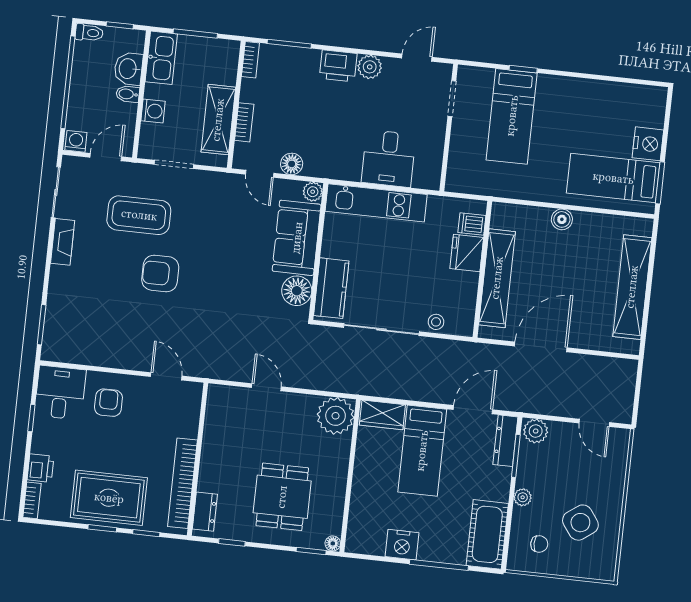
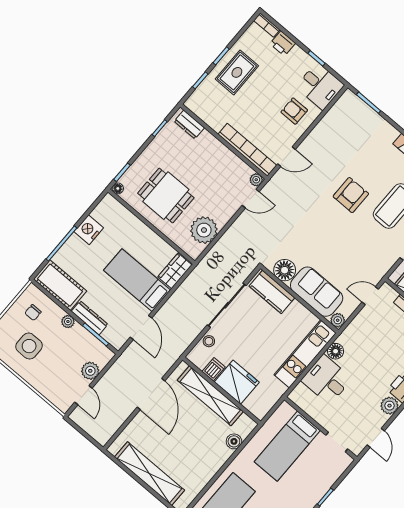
bed: (512, 116) -> (287, 446), moved, turned -90
floor lamp: (292, 164) -> (336, 351), moved
boiler: (562, 219) -> (234, 441), moved
dishwasher: (472, 224) -> (214, 369), moved
fridge: (467, 253) -> (237, 382), width x1.36, depth x1.34
door: (266, 387) -> (251, 199), moved
plant: (216, 393) -> (256, 180), added
armchair: (108, 403) -> (294, 111), turned 180
plant: (336, 416) -> (204, 230), moved
door: (594, 423) -> (83, 395), swing flipped
plant: (536, 431) -> (90, 371), moved
dresser: (505, 441) -> (90, 318), moved
bookcase: (182, 483) -> (247, 150), moved
dining table: (282, 497) -> (166, 196), moved
rug: (109, 498) -> (237, 72), width x0.73, depth x0.70
side table: (580, 523) -> (29, 346), turned 36

